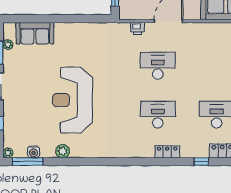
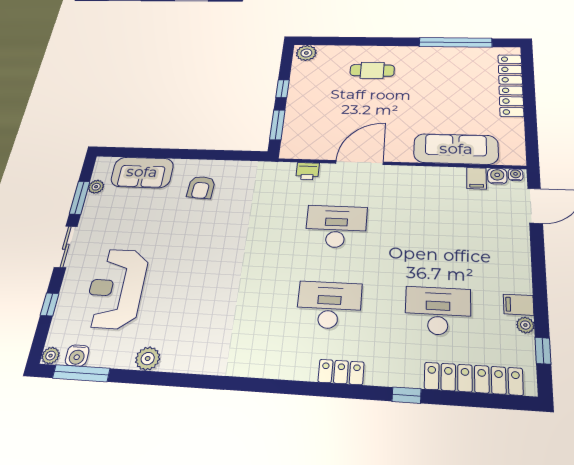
armchair: (74, 42) -> (201, 187), added
reception desk: (73, 100) -> (116, 288), moved, width x0.74, depth x0.77
water cooler: (33, 152) -> (77, 355), moved

